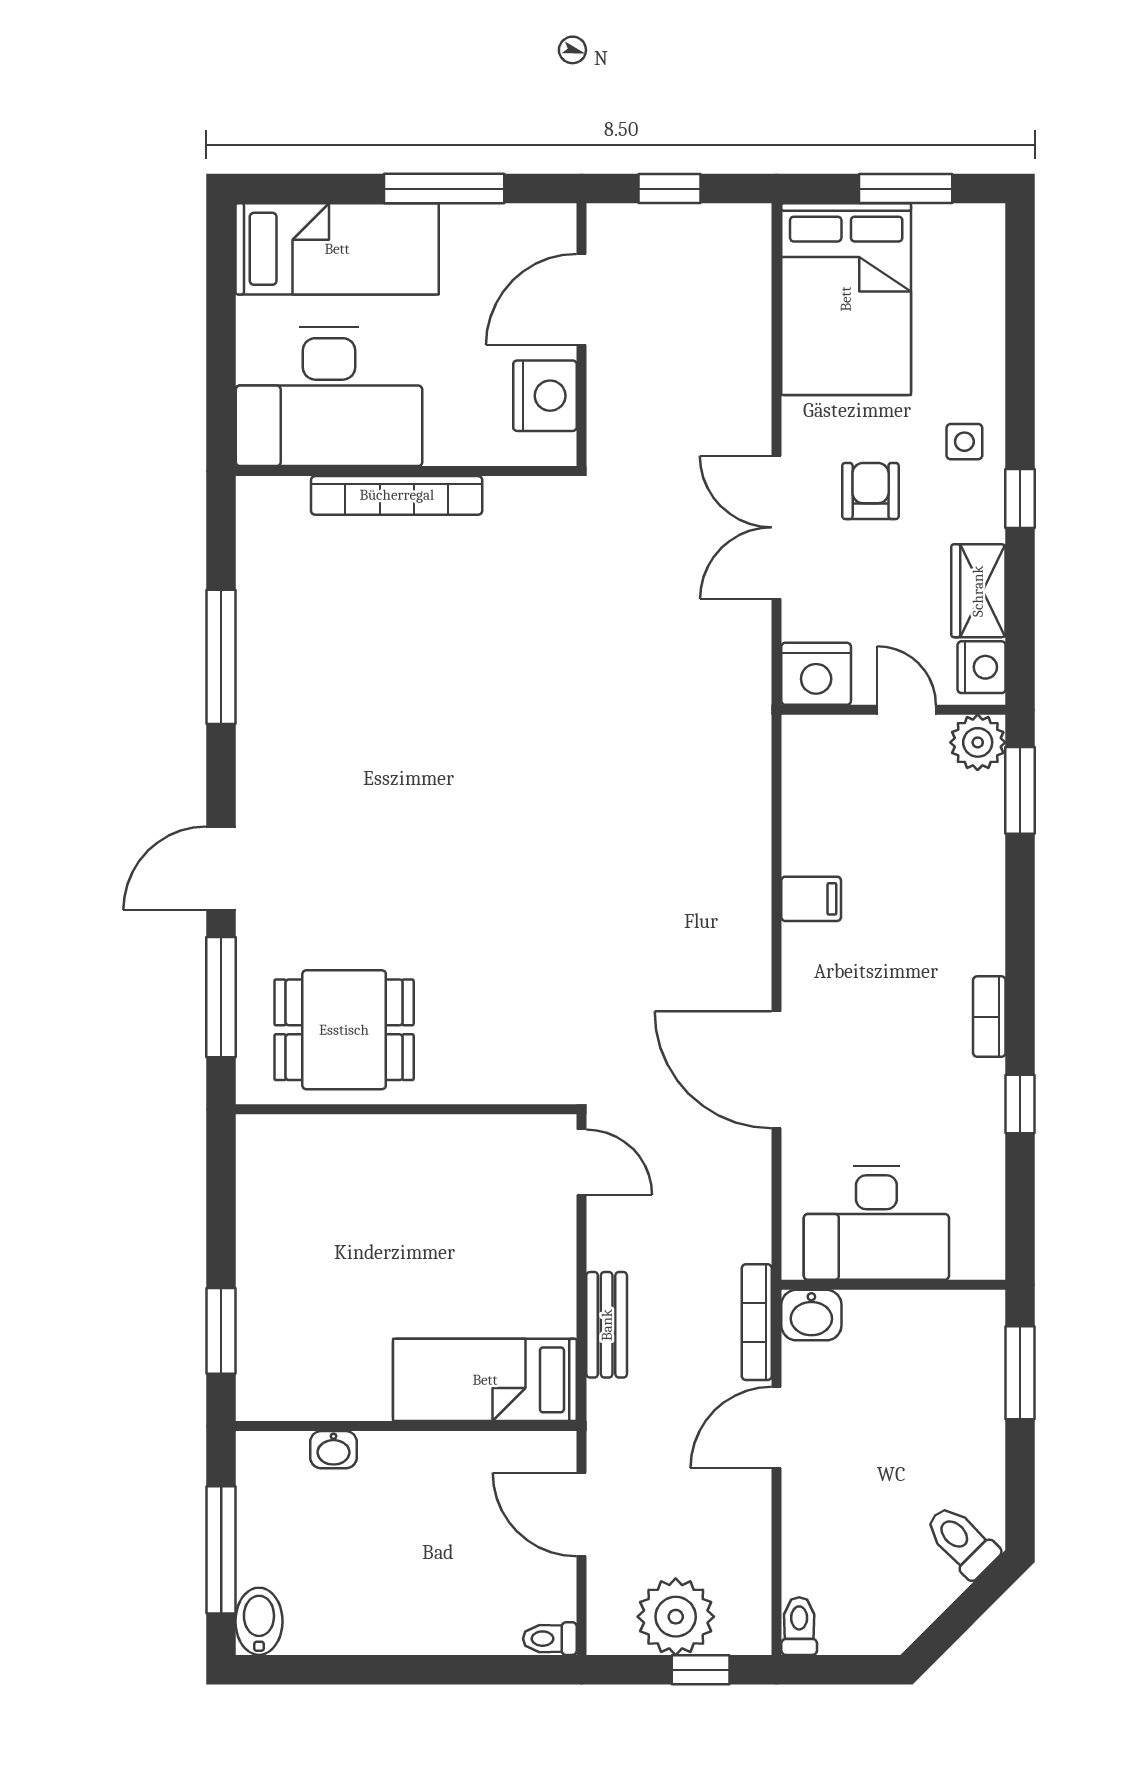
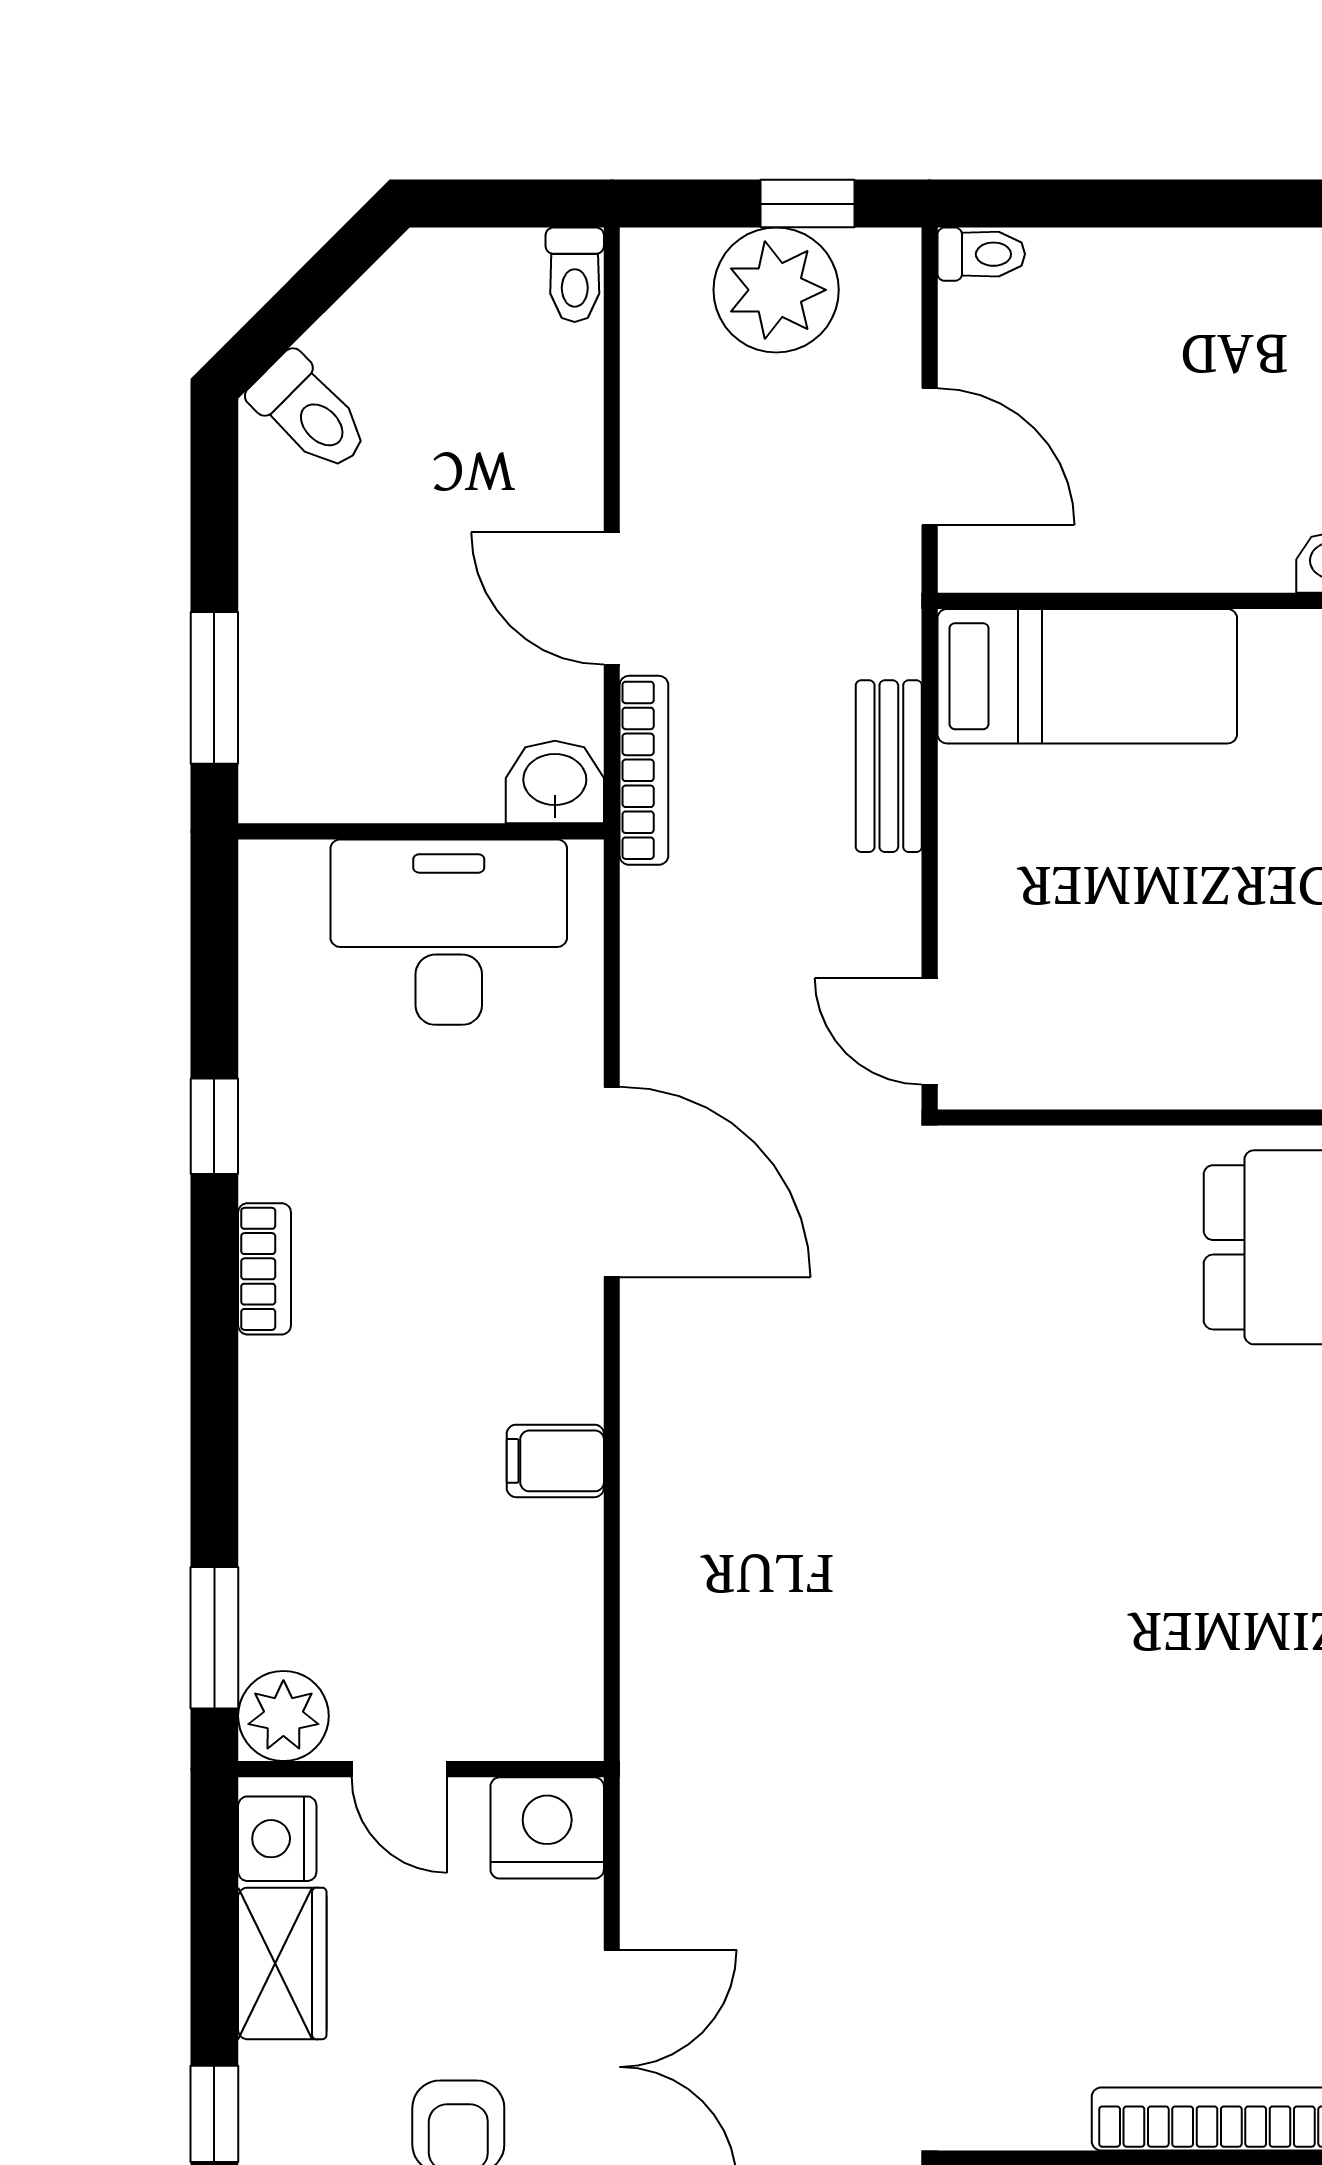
door: (776, 1427) -> (612, 599), swing flipped
window: (701, 1670) -> (808, 204), moved

